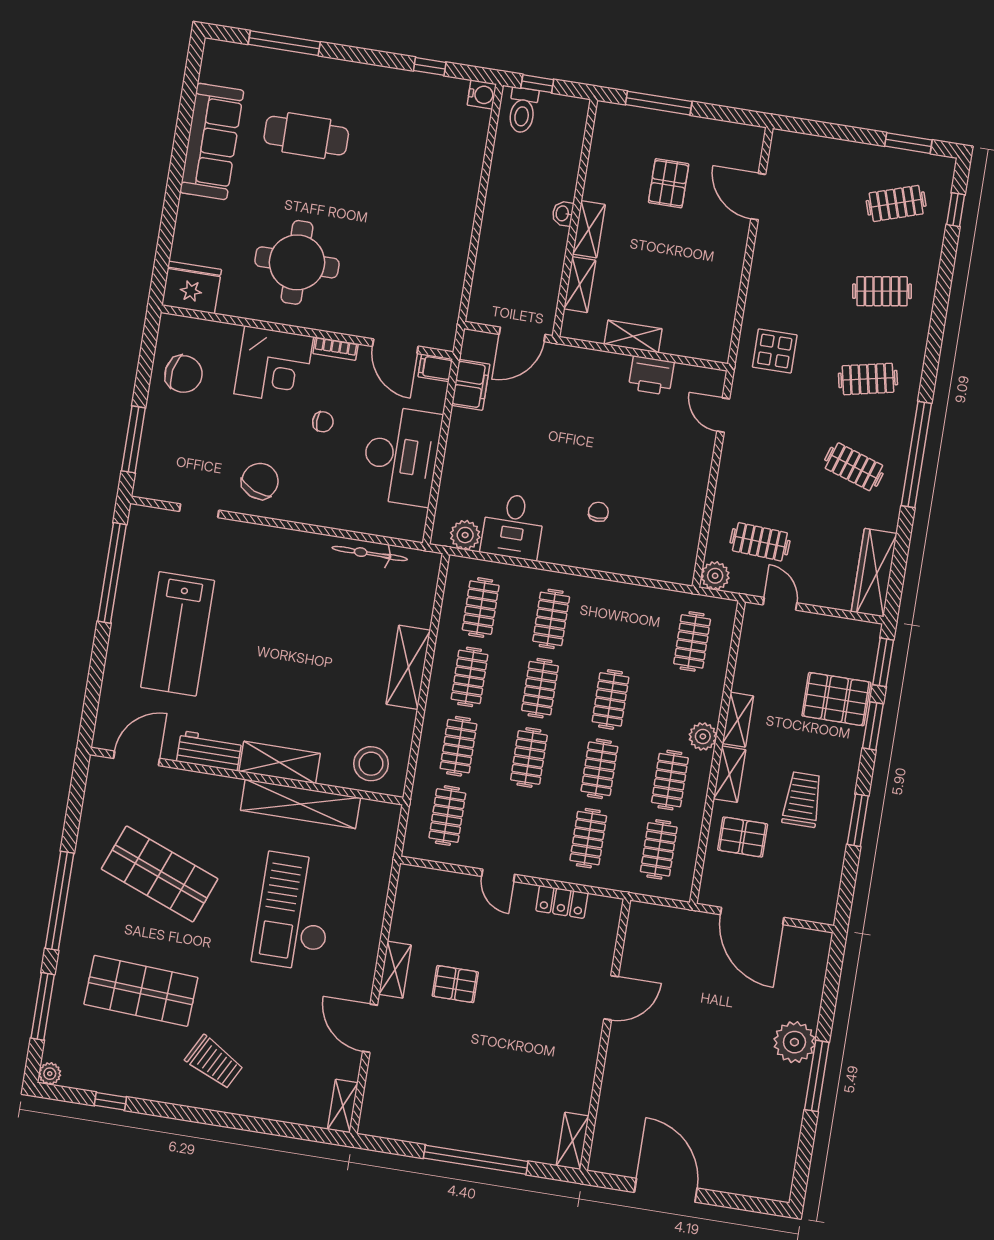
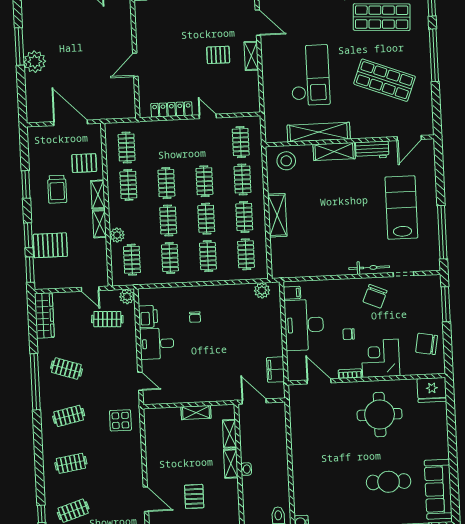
sofa: (212, 141) -> (438, 489), moved
door: (522, 334) -> (254, 402), hinge flipped
filing cabinet: (435, 368) -> (292, 293), moved
printer: (651, 375) -> (148, 317), moved, turned 90
desk: (513, 526) -> (157, 344), moved, turned -90
bicycle: (370, 554) -> (369, 268), moved
plant: (703, 736) -> (117, 235), moved
clothes rail: (588, 838) -> (170, 258), moved
locker: (562, 902) -> (172, 109), width x1.53

